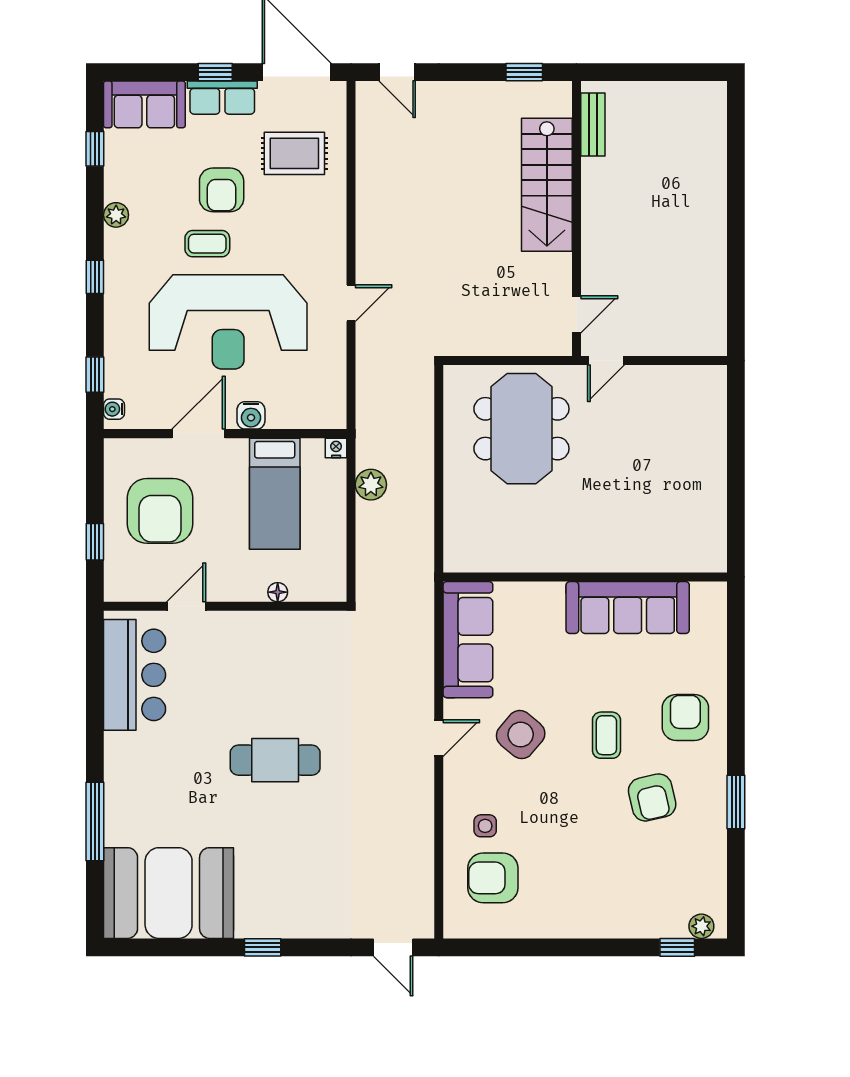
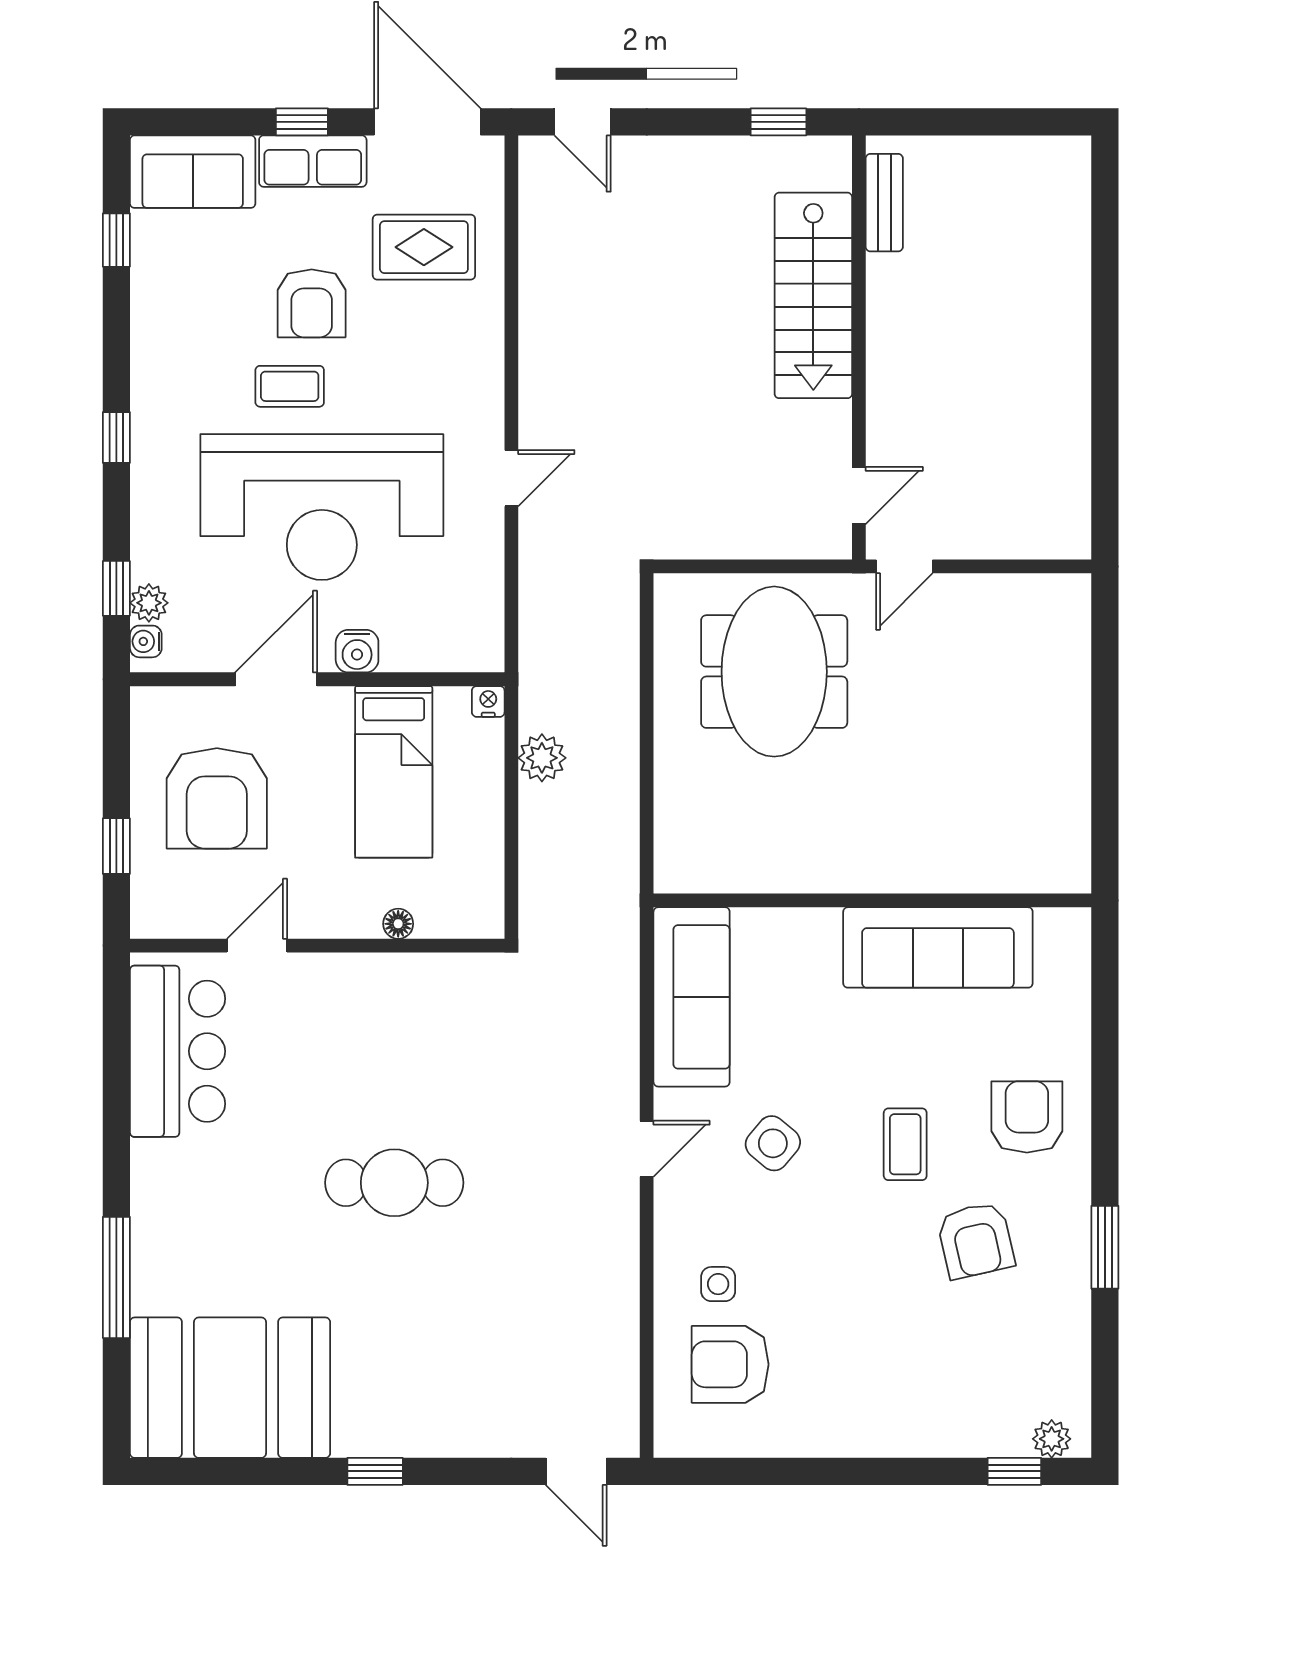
plant: (116, 215) -> (149, 603), moved
side table: (521, 735) -> (773, 1143), width x0.73, depth x0.73

